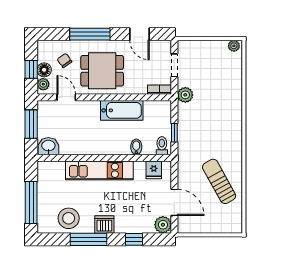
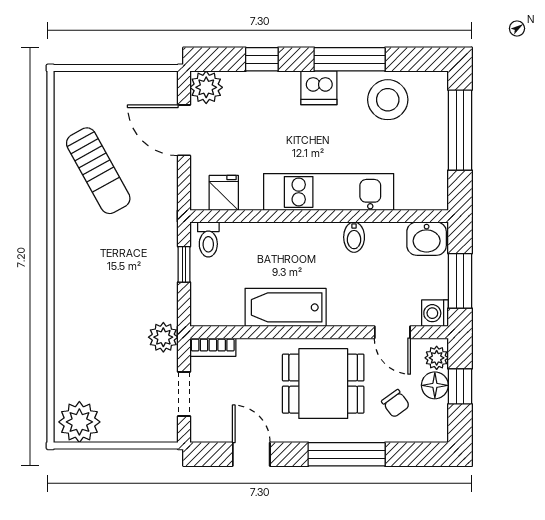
plant: (234, 46) -> (79, 422), width x1.88, depth x1.88
washing machine: (44, 107) -> (435, 313), added
bidet: (136, 147) -> (354, 237), moved

